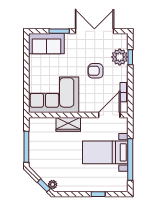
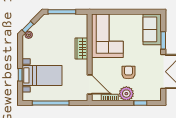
plant: (120, 57) -> (126, 94), moved
bed with nightstands: (105, 152) -> (42, 75), moved, turned 90

